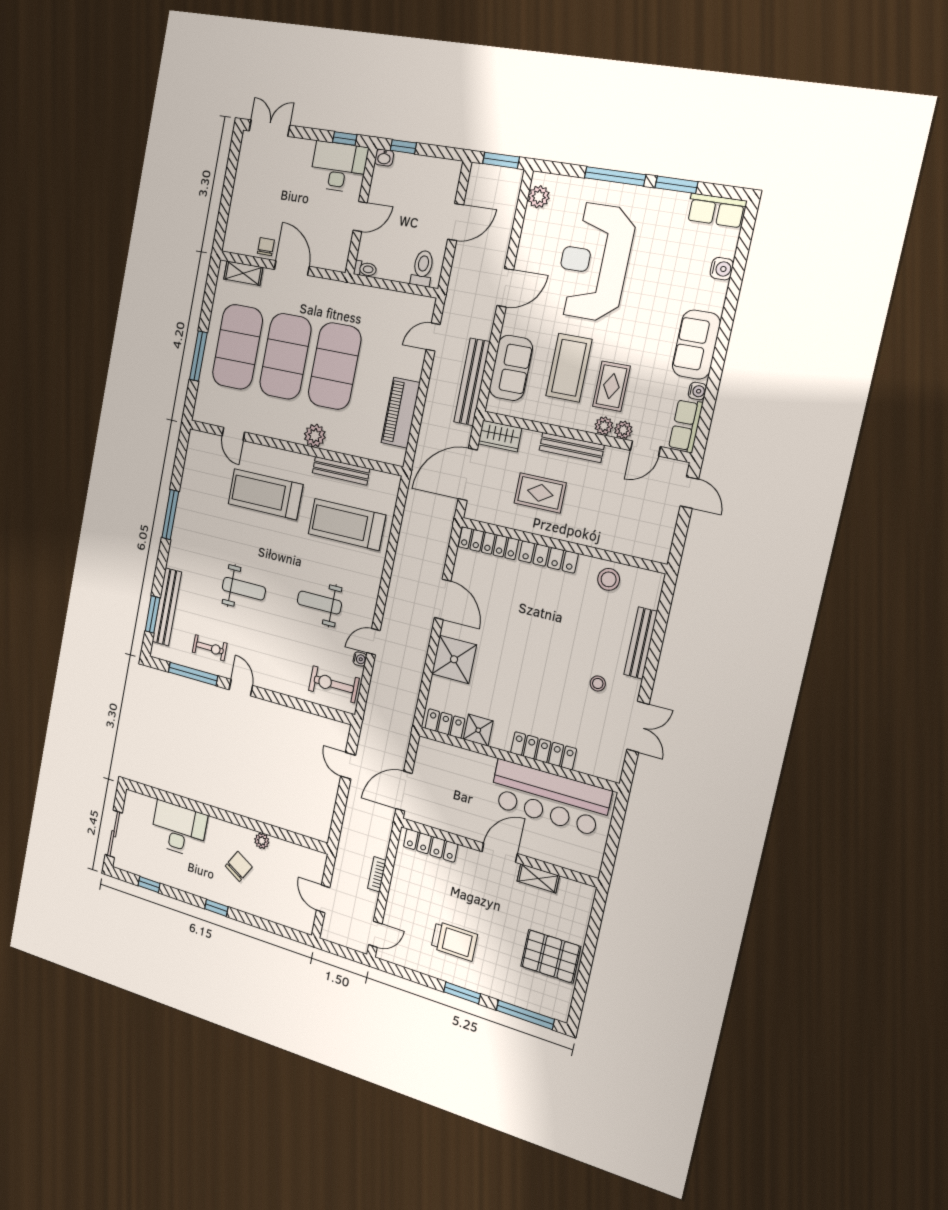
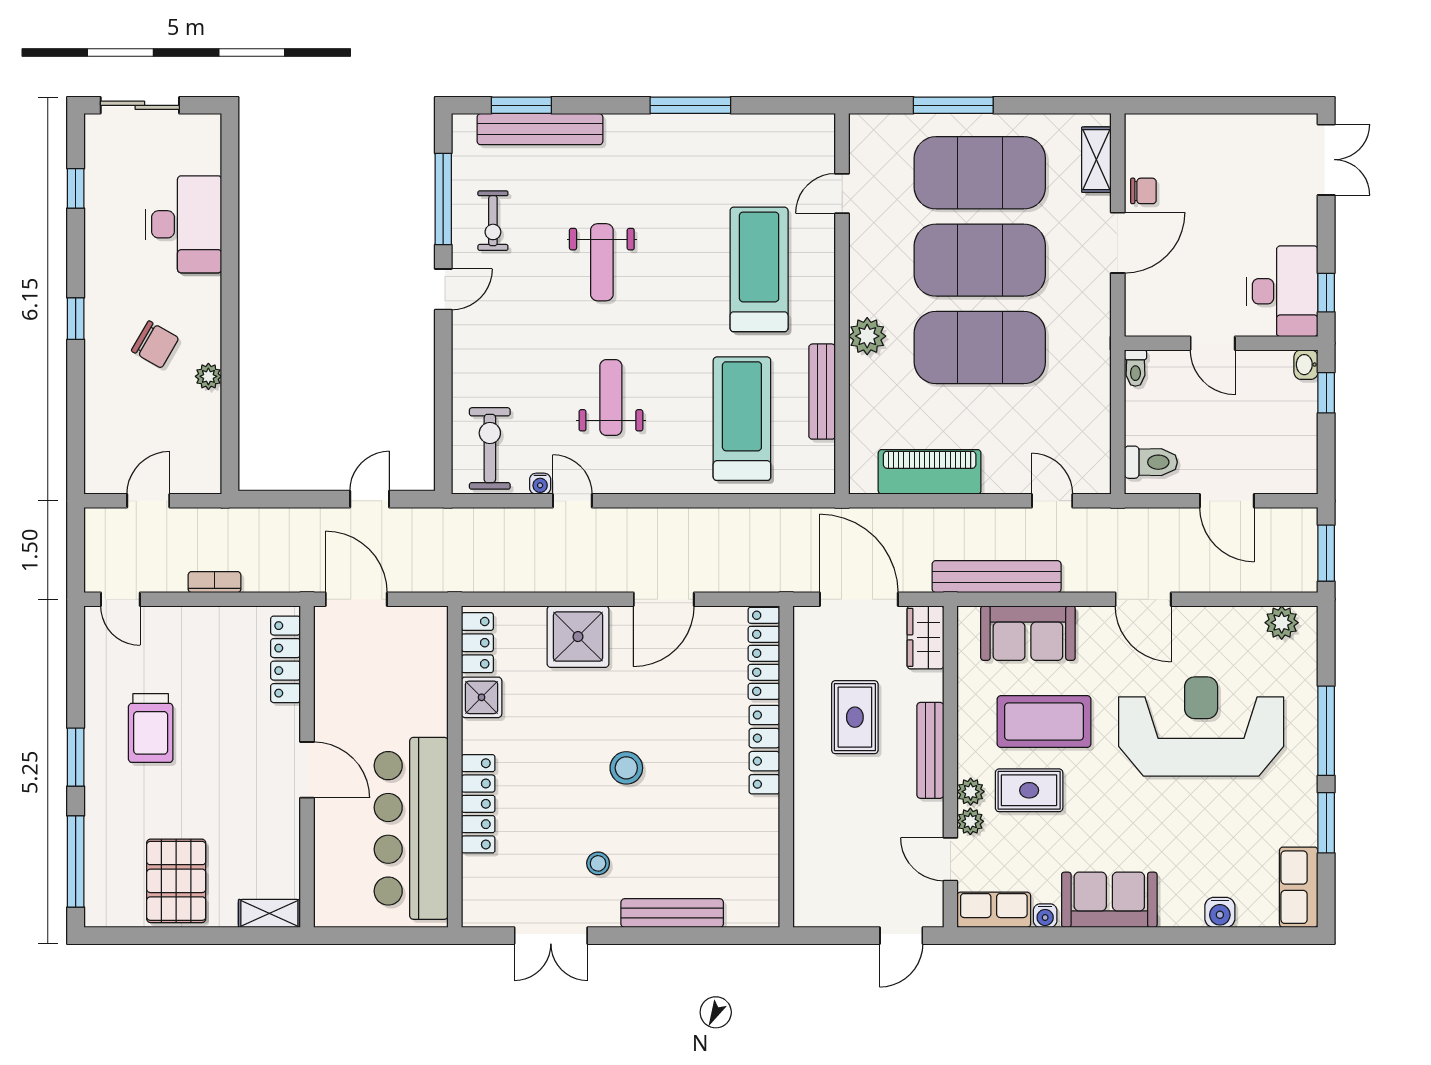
stool: (609, 579) -> (626, 768), moved
shelving: (538, 878) -> (269, 913), moved, turned 90

